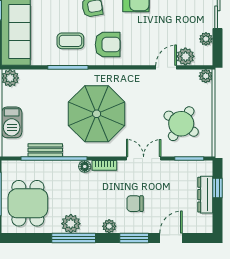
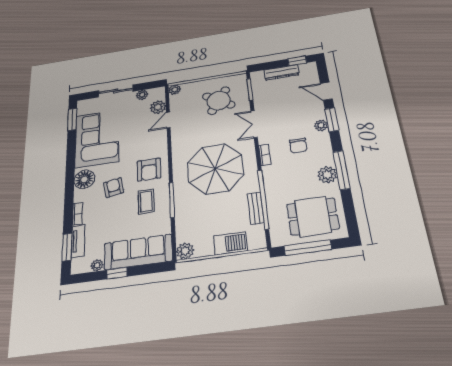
armchair: (108, 45) -> (149, 170), turned 180
door: (166, 67) -> (168, 120), hinge flipped
floor lamp: (85, 166) -> (268, 171), removed
window: (217, 188) -> (297, 61), moved
chair: (135, 204) -> (298, 146), moved
plant: (109, 226) -> (321, 125), moved

